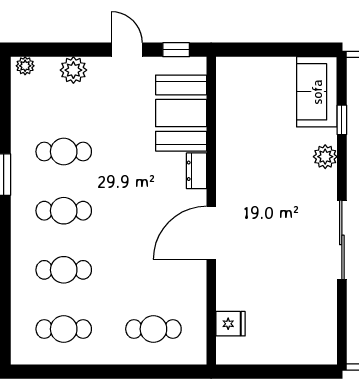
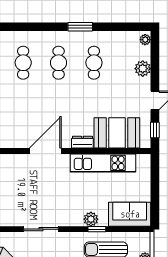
window: (342, 120) -> (97, 229), moved
kitchen unit: (231, 136) -> (103, 163), added
door: (211, 233) -> (45, 151), hinge flipped
sliding door: (342, 240) -> (41, 229), width x0.73

